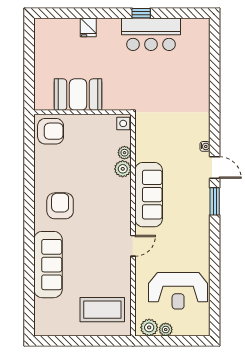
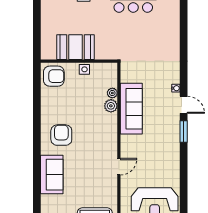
side table: (123, 123) -> (84, 69), moved
sofa: (149, 195) -> (131, 109), moved
sofa: (48, 265) -> (52, 175), width x0.73

